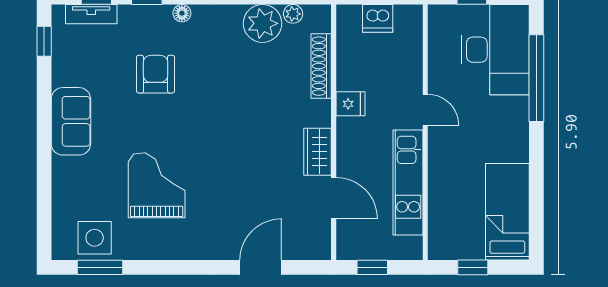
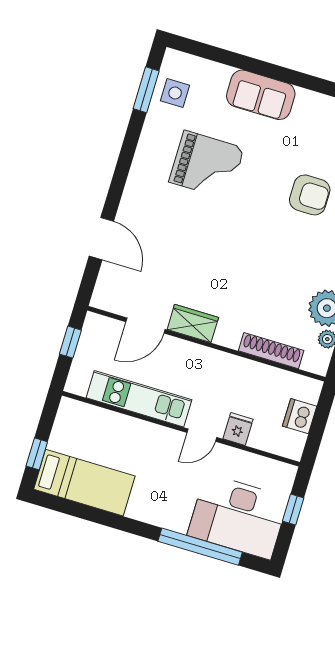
fridge: (350, 104) -> (238, 429), moved, turned 180
sofa: (71, 121) -> (261, 95), moved
side table: (95, 238) -> (175, 93), width x0.73, depth x0.73
window: (473, 267) -> (37, 454), moved

